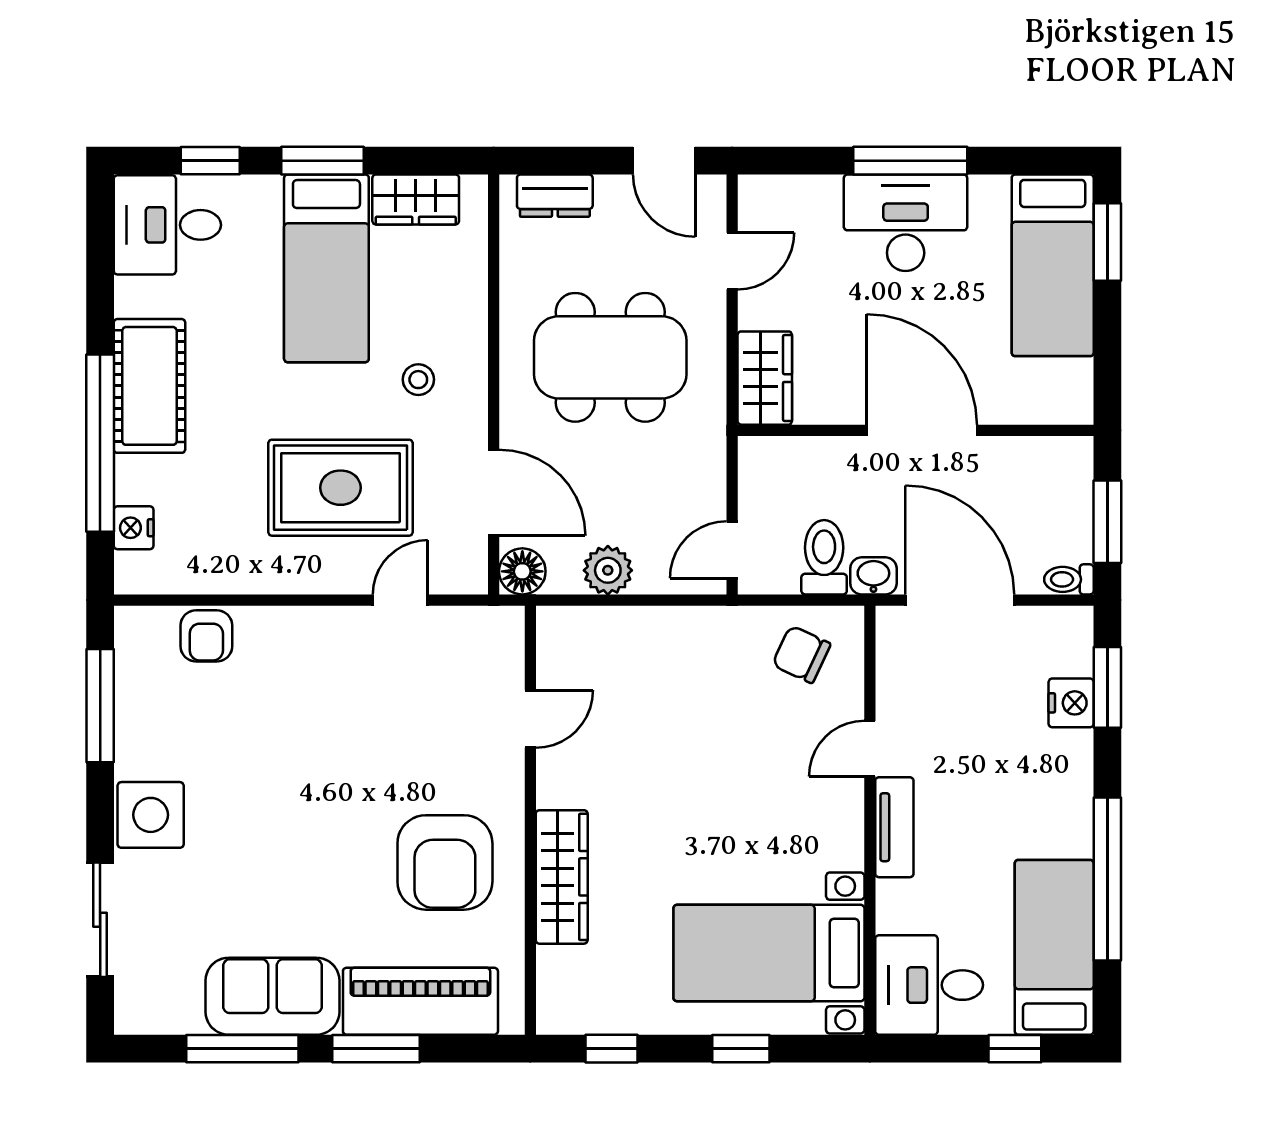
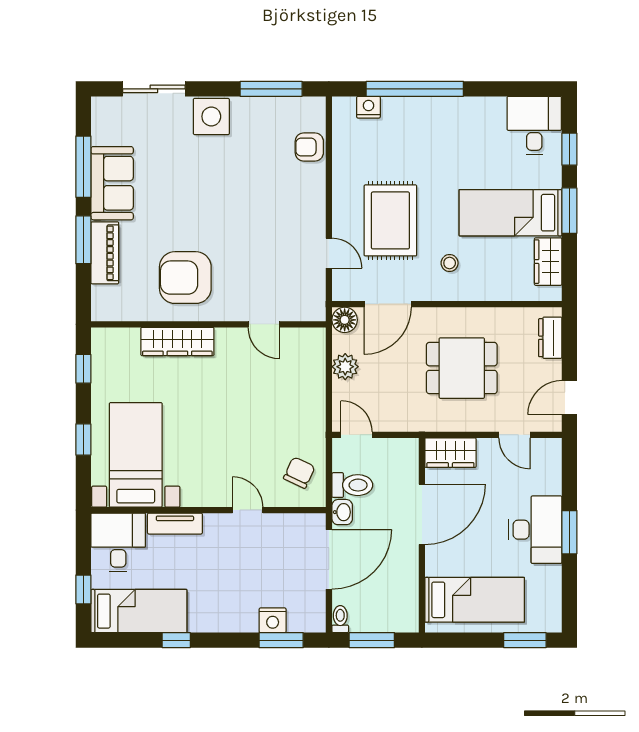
window: (910, 161) -> (569, 532), width x0.69
bed: (1053, 265) -> (475, 600), moved, turned 180
dining table: (610, 357) -> (462, 368), width x0.73
cot: (149, 386) -> (446, 116), removed
door: (922, 430) -> (422, 514), moved
tv unit: (894, 827) -> (175, 524), moved
window: (1107, 879) -> (176, 640), width x0.32
piano: (420, 1001) -> (105, 253), width x0.73, depth x0.75

